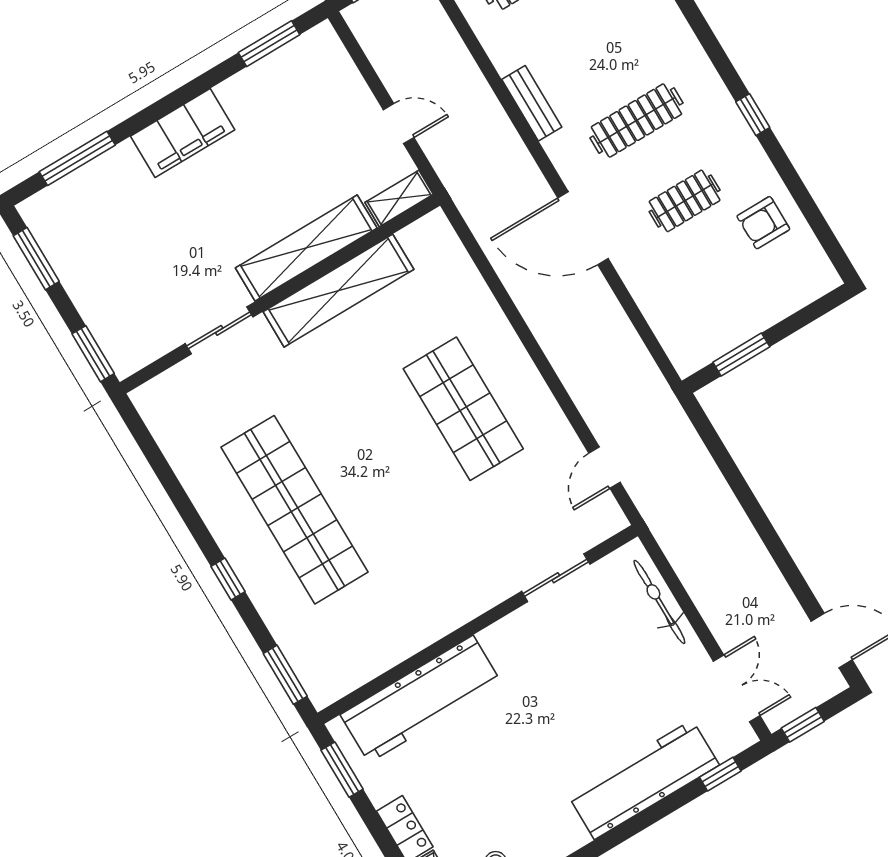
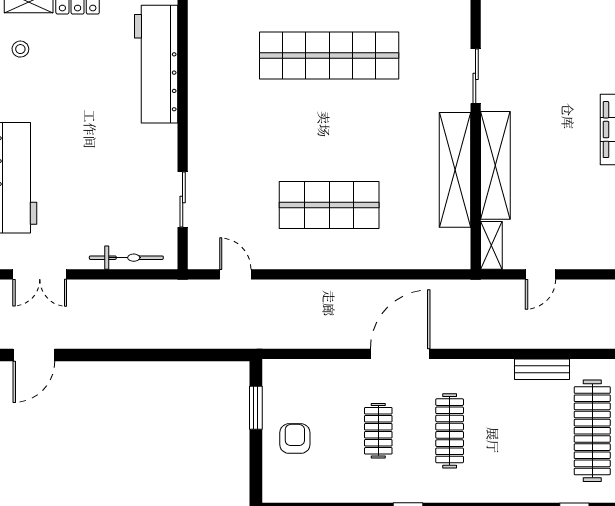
bench: (532, 103) -> (542, 369), moved
armchair: (763, 223) -> (295, 439), moved

